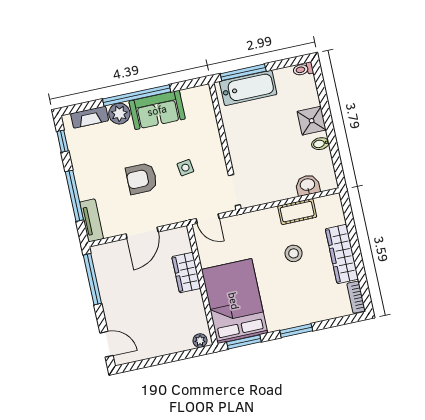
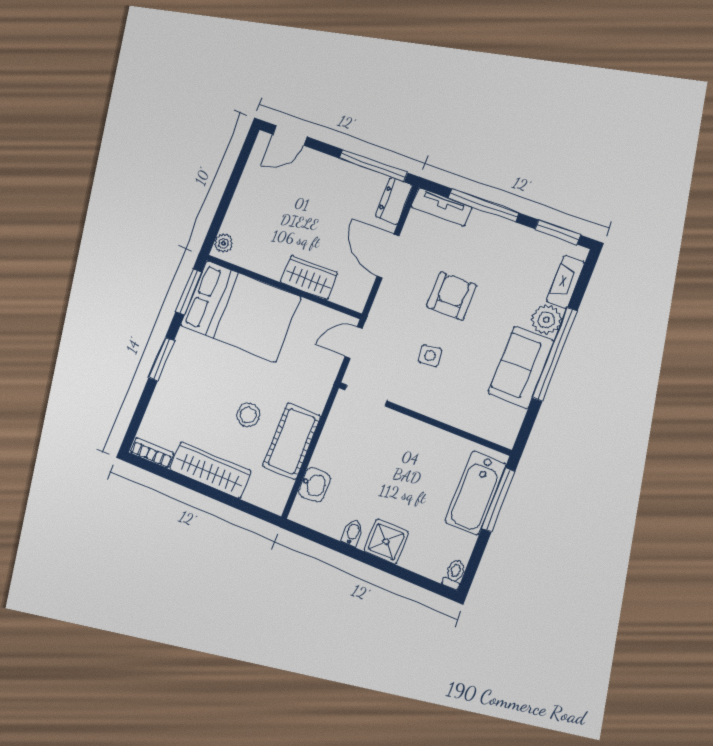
window: (63, 141) -> (558, 232), width x1.50
cot: (297, 212) -> (292, 441), width x1.37, depth x1.34
dresser: (106, 252) -> (394, 201), added

